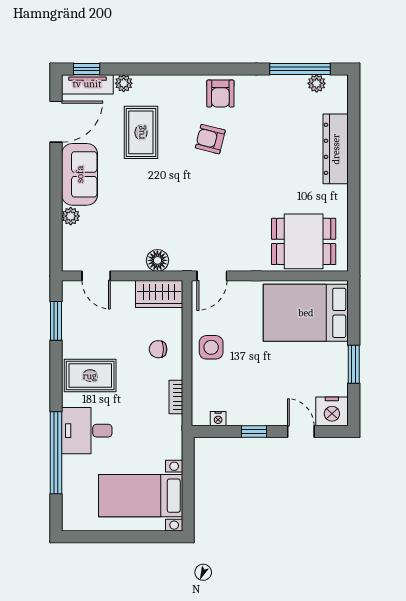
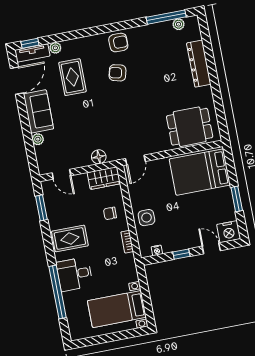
armchair: (220, 94) -> (118, 43), turned -90
side table: (211, 347) -> (146, 218), moved

